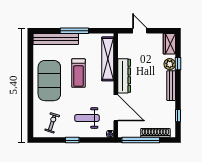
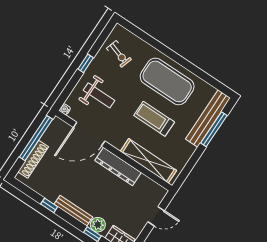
window: (74, 31) -> (214, 129), moved
window: (178, 116) -> (49, 205), moved
weight bench: (87, 118) -> (99, 95), turned 90

